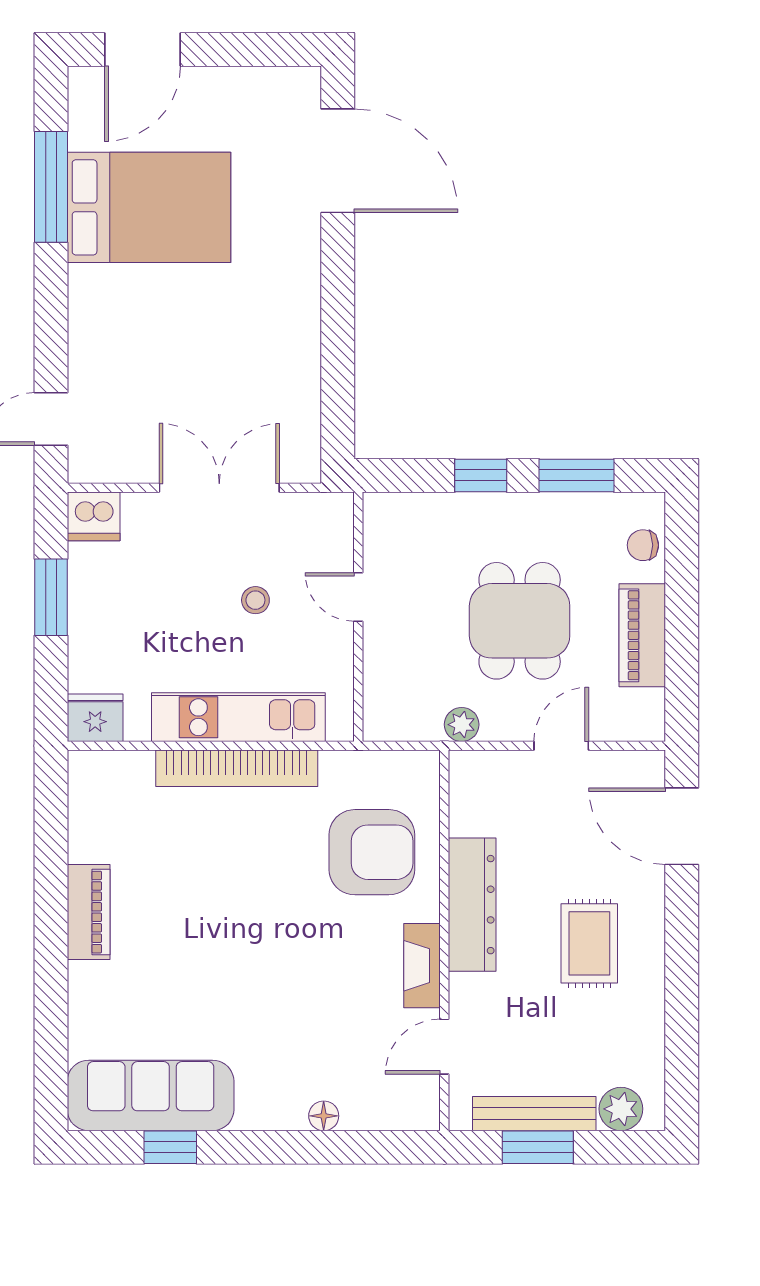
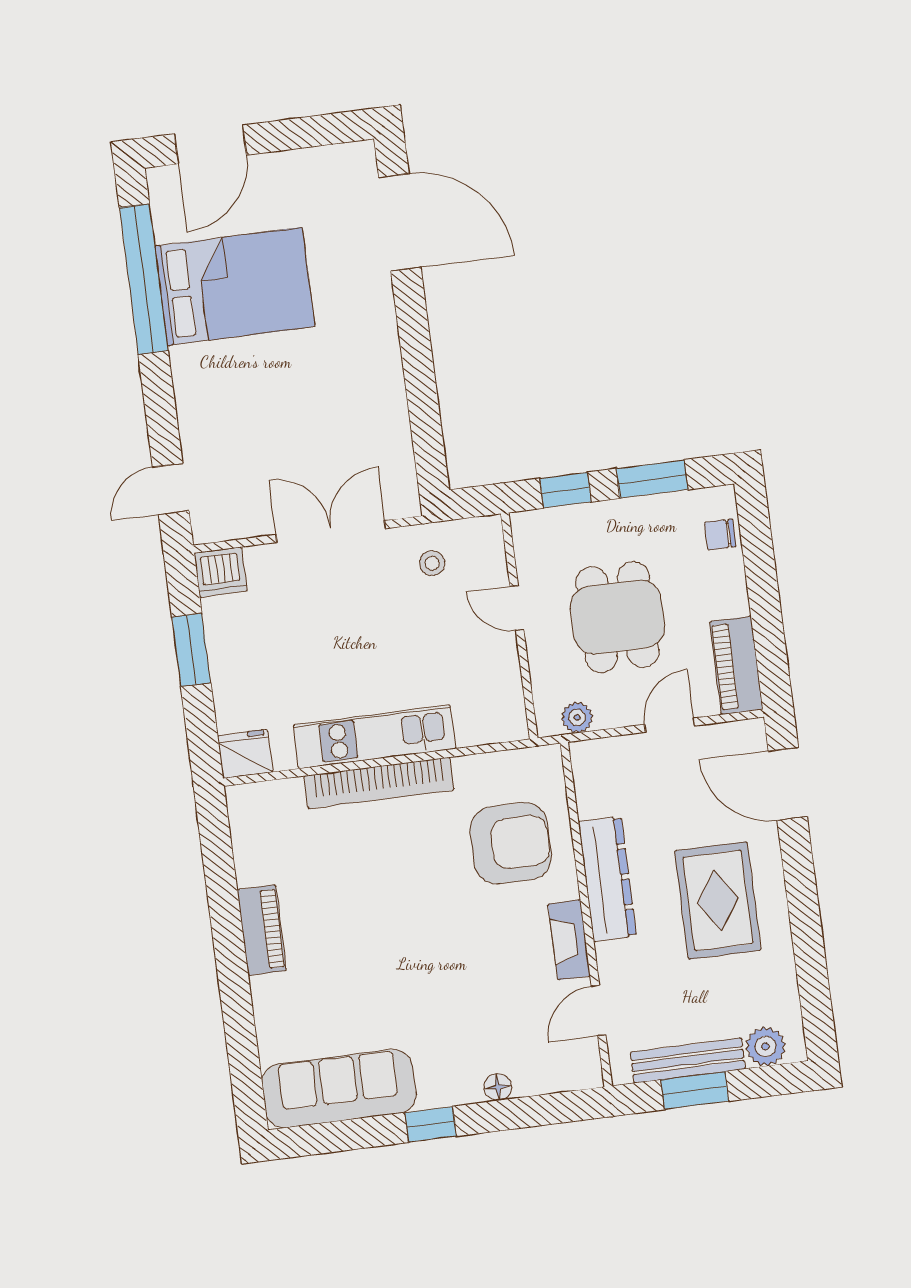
window: (51, 187) -> (144, 279), width x1.46
door: (358, 597) -> (517, 608), moved
stool: (255, 600) -> (432, 563), moved
wall: (358, 617) -> (519, 626), moved
piano: (642, 635) -> (736, 665), moved
rug: (589, 943) -> (718, 900), width x1.36, depth x1.43
window: (170, 1147) -> (431, 1124), moved

